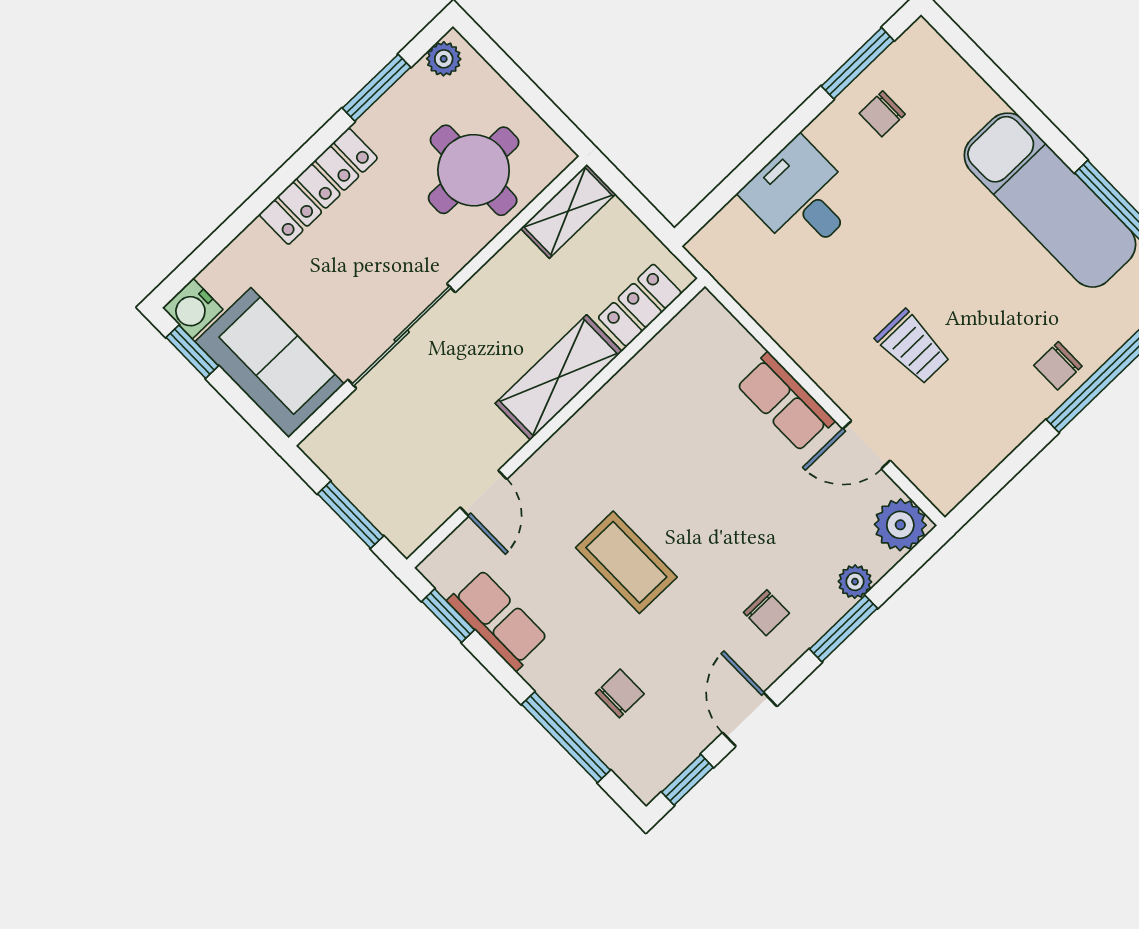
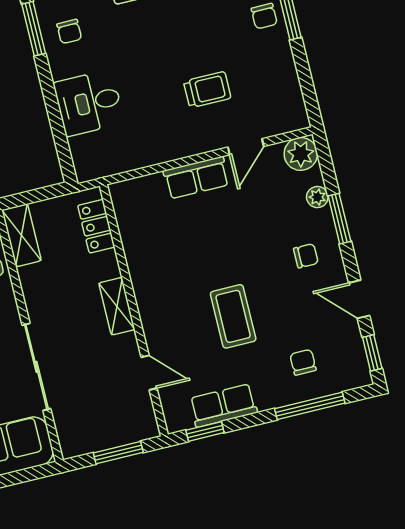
shelving: (559, 377) -> (117, 306), width x0.67, depth x0.75
coffee table: (626, 562) -> (233, 316), turned 90

